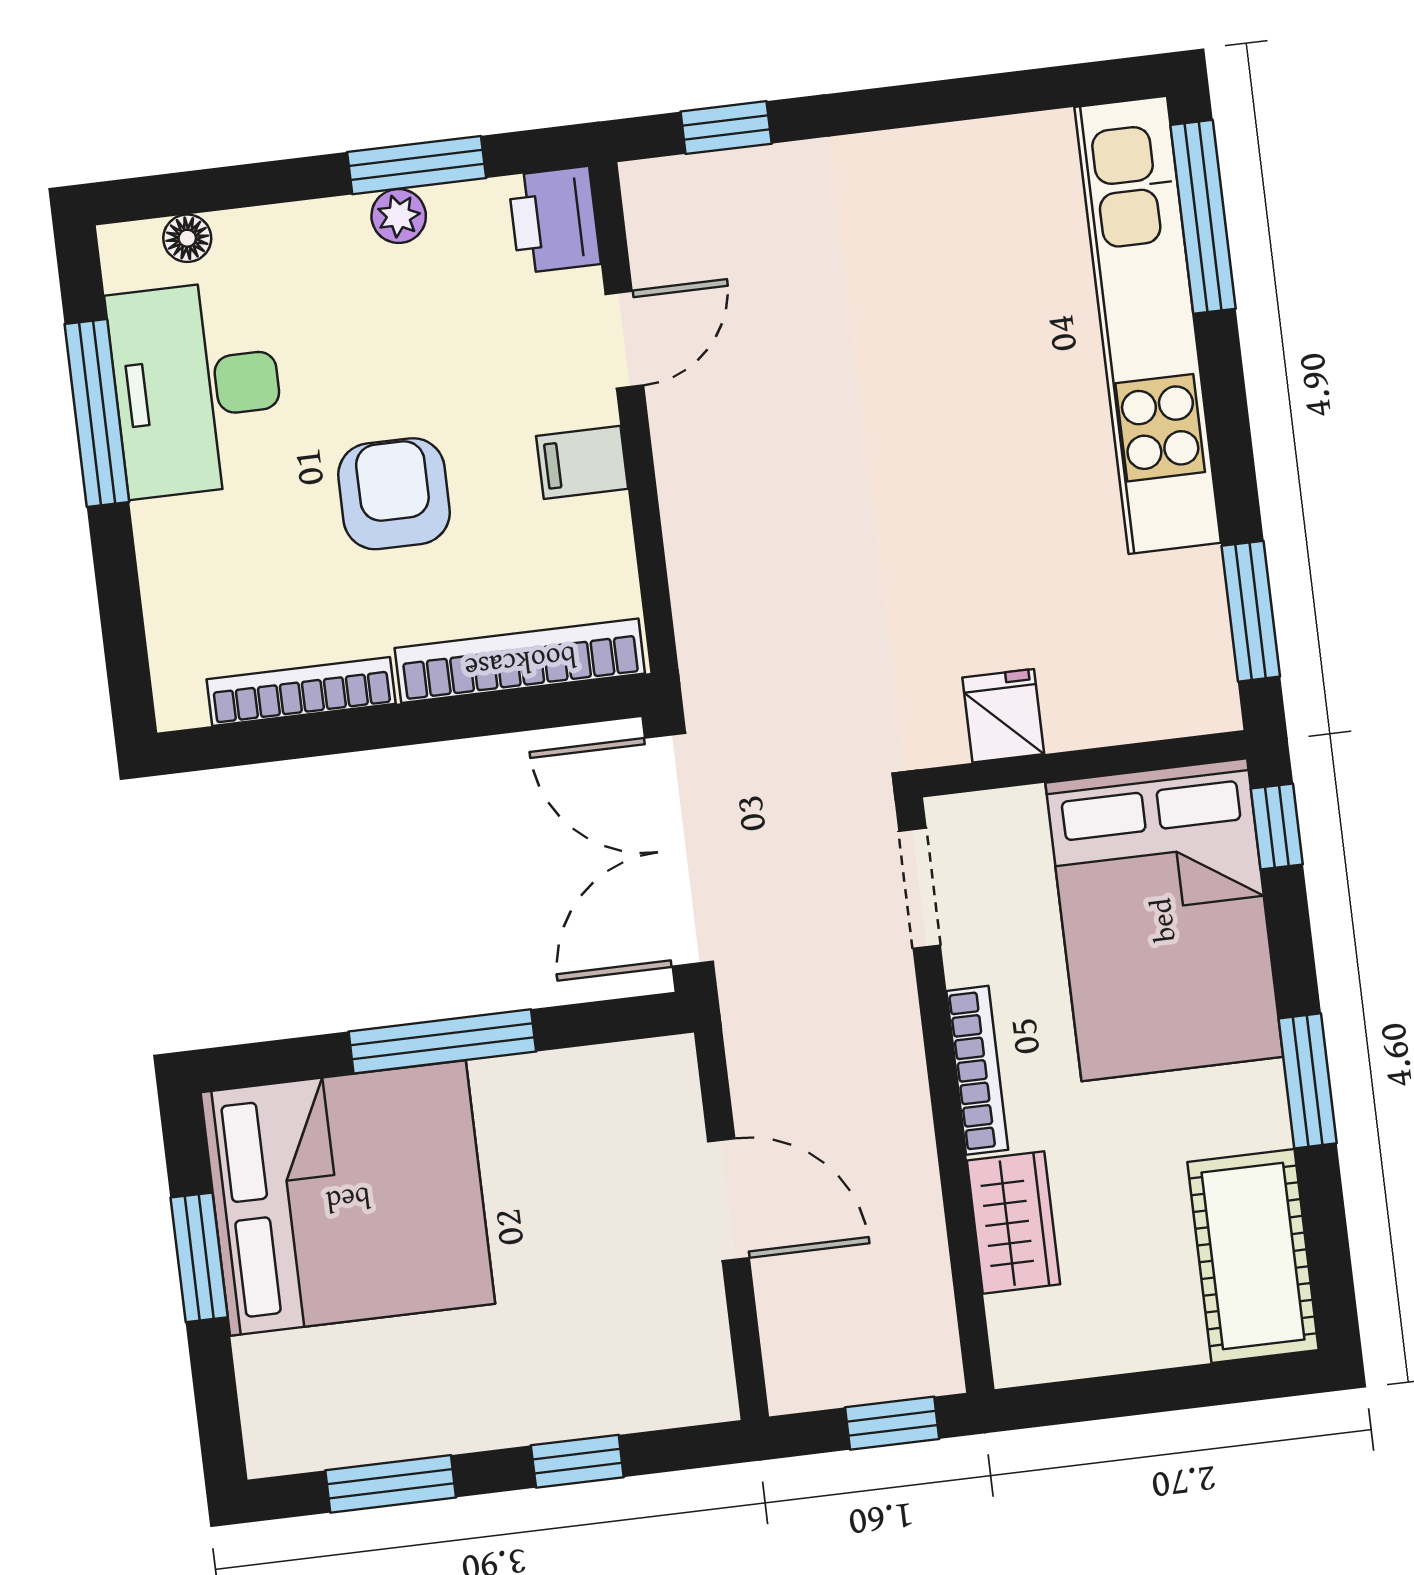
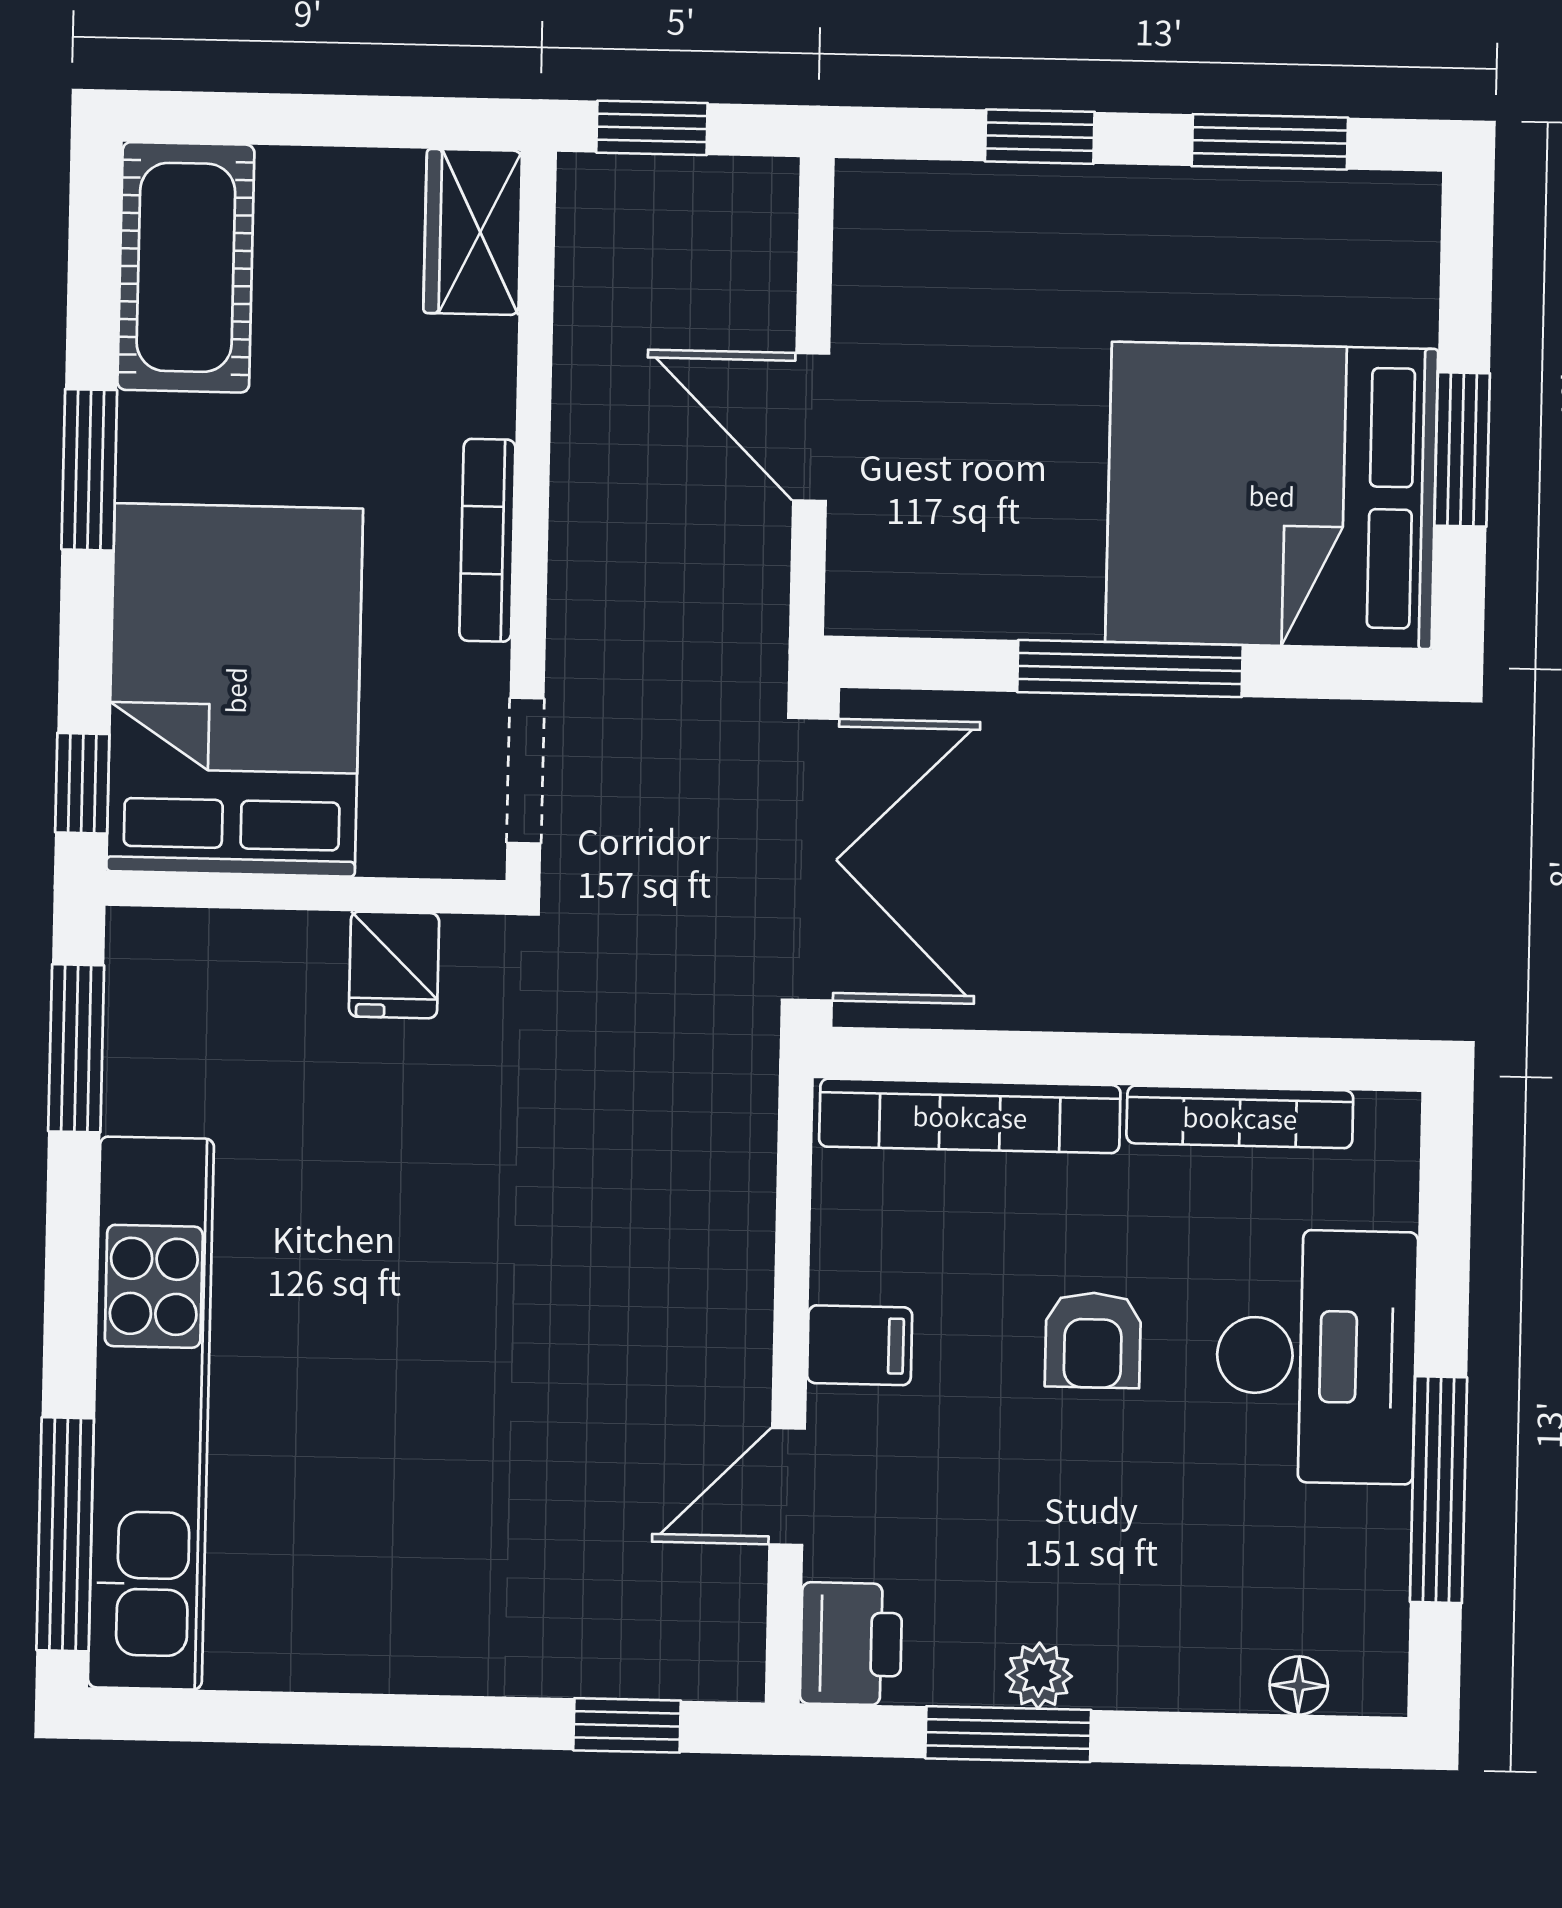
desk: (197, 388) -> (1316, 1356), moved
armchair: (394, 494) -> (1093, 1340), width x0.72, depth x0.72
wardrobe: (1014, 1222) -> (473, 232), moved

